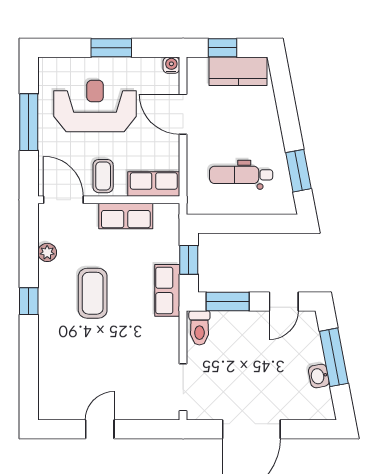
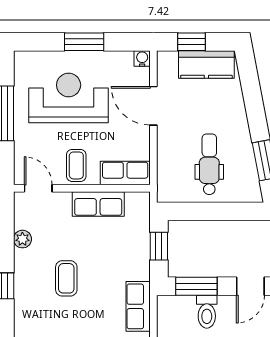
dental chair: (241, 175) -> (209, 164), turned 90
door: (63, 200) -> (38, 188), width x0.73
row of seats: (167, 290) -> (138, 306), moved
coffee table: (93, 293) -> (66, 278), width x0.73, depth x0.77
toilet: (199, 328) -> (207, 312), moved

